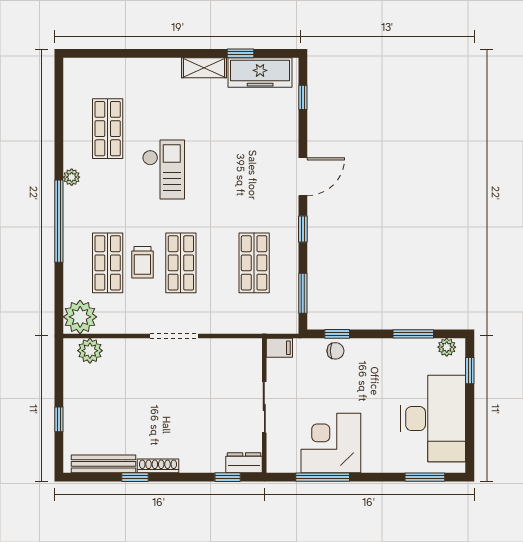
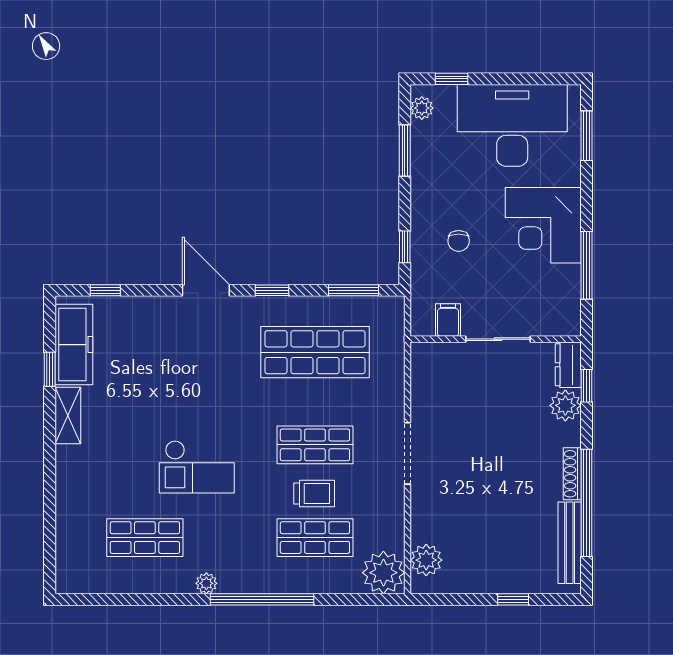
checkout: (163, 170) -> (197, 467), turned 180
shop shelf: (254, 263) -> (315, 352), width x1.43, depth x1.36
filing cabinet: (279, 348) -> (448, 320), moved
chair: (335, 351) -> (459, 241), moved, turned 180
corner desk: (331, 443) -> (543, 225), moved
plant: (212, 461) -> (565, 405), added
window: (135, 477) -> (586, 503), width x3.17

